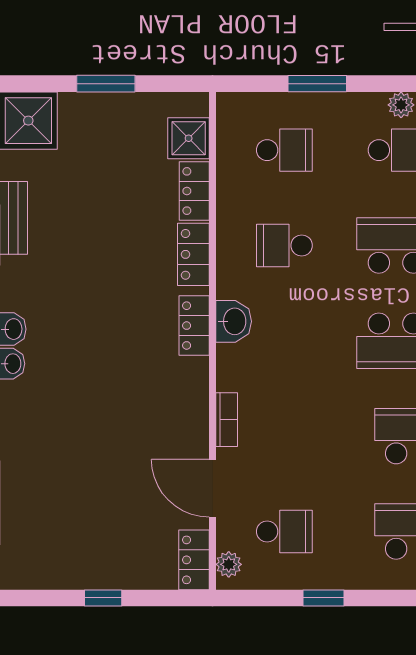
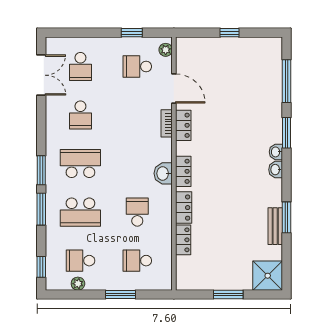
shower: (189, 138) -> (186, 267), removed
school desk: (284, 245) -> (137, 212), turned -90
locker: (194, 560) -> (183, 125), moved
window: (323, 598) -> (132, 33), moved

